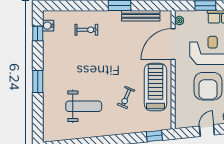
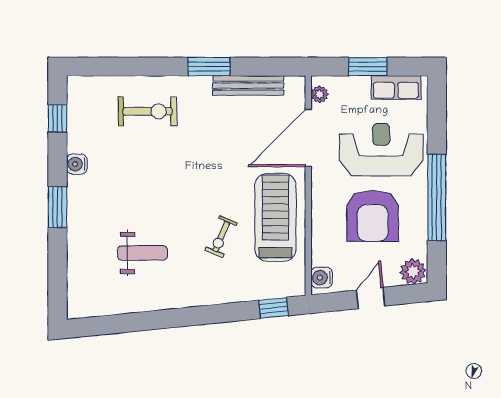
water cooler: (48, 26) -> (77, 164), moved
exercise bike: (86, 30) -> (148, 111), width x1.38, depth x1.39
weight bench: (84, 106) -> (142, 253), width x0.73, depth x0.75
water cooler: (180, 120) -> (322, 278), added

